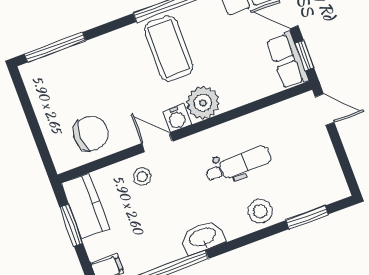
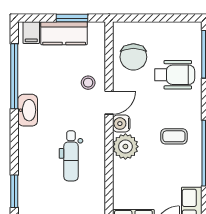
coffee table: (169, 49) -> (174, 136), width x0.54, depth x0.58
wheelchair: (94, 76) -> (175, 75), added
kitchen counter: (85, 206) -> (64, 33), moved
stool: (260, 211) -> (31, 159), removed

